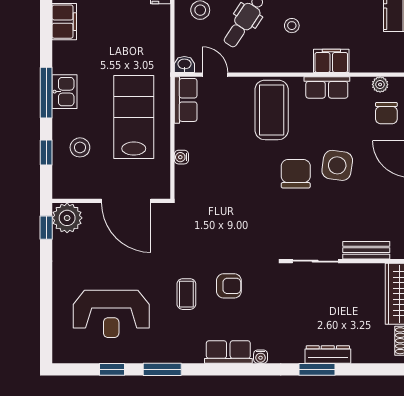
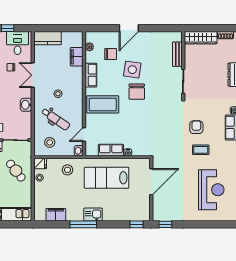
filing cabinet: (331, 61) -> (77, 57), moved
window: (46, 93) -> (83, 224), moved
row of seats: (186, 100) -> (111, 150), moved
chair: (386, 113) -> (111, 54), moved
stool: (80, 147) -> (67, 170), moved
window: (46, 152) -> (136, 224), moved
chair: (296, 174) -> (137, 92), turned -90
plant: (67, 218) -> (160, 213), removed

